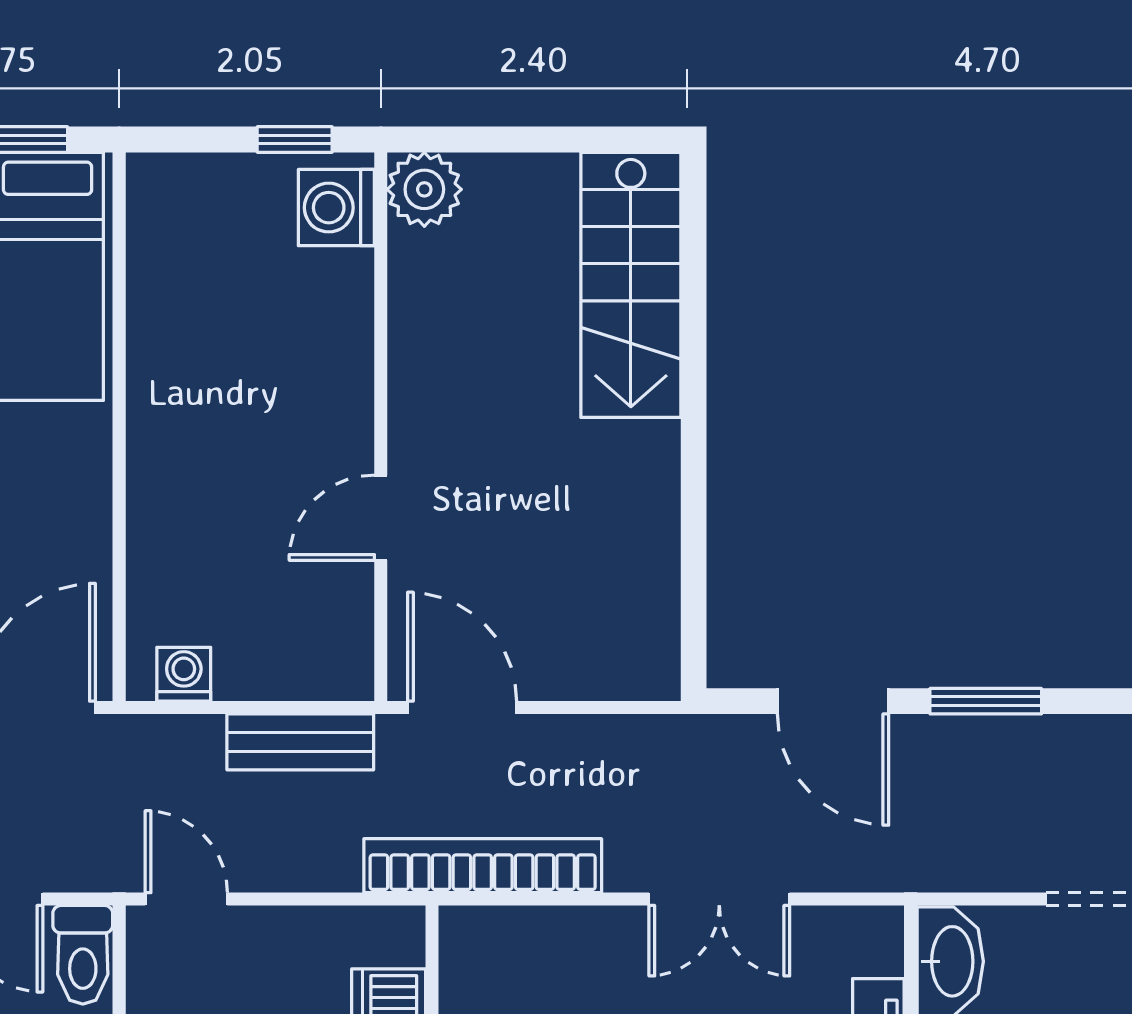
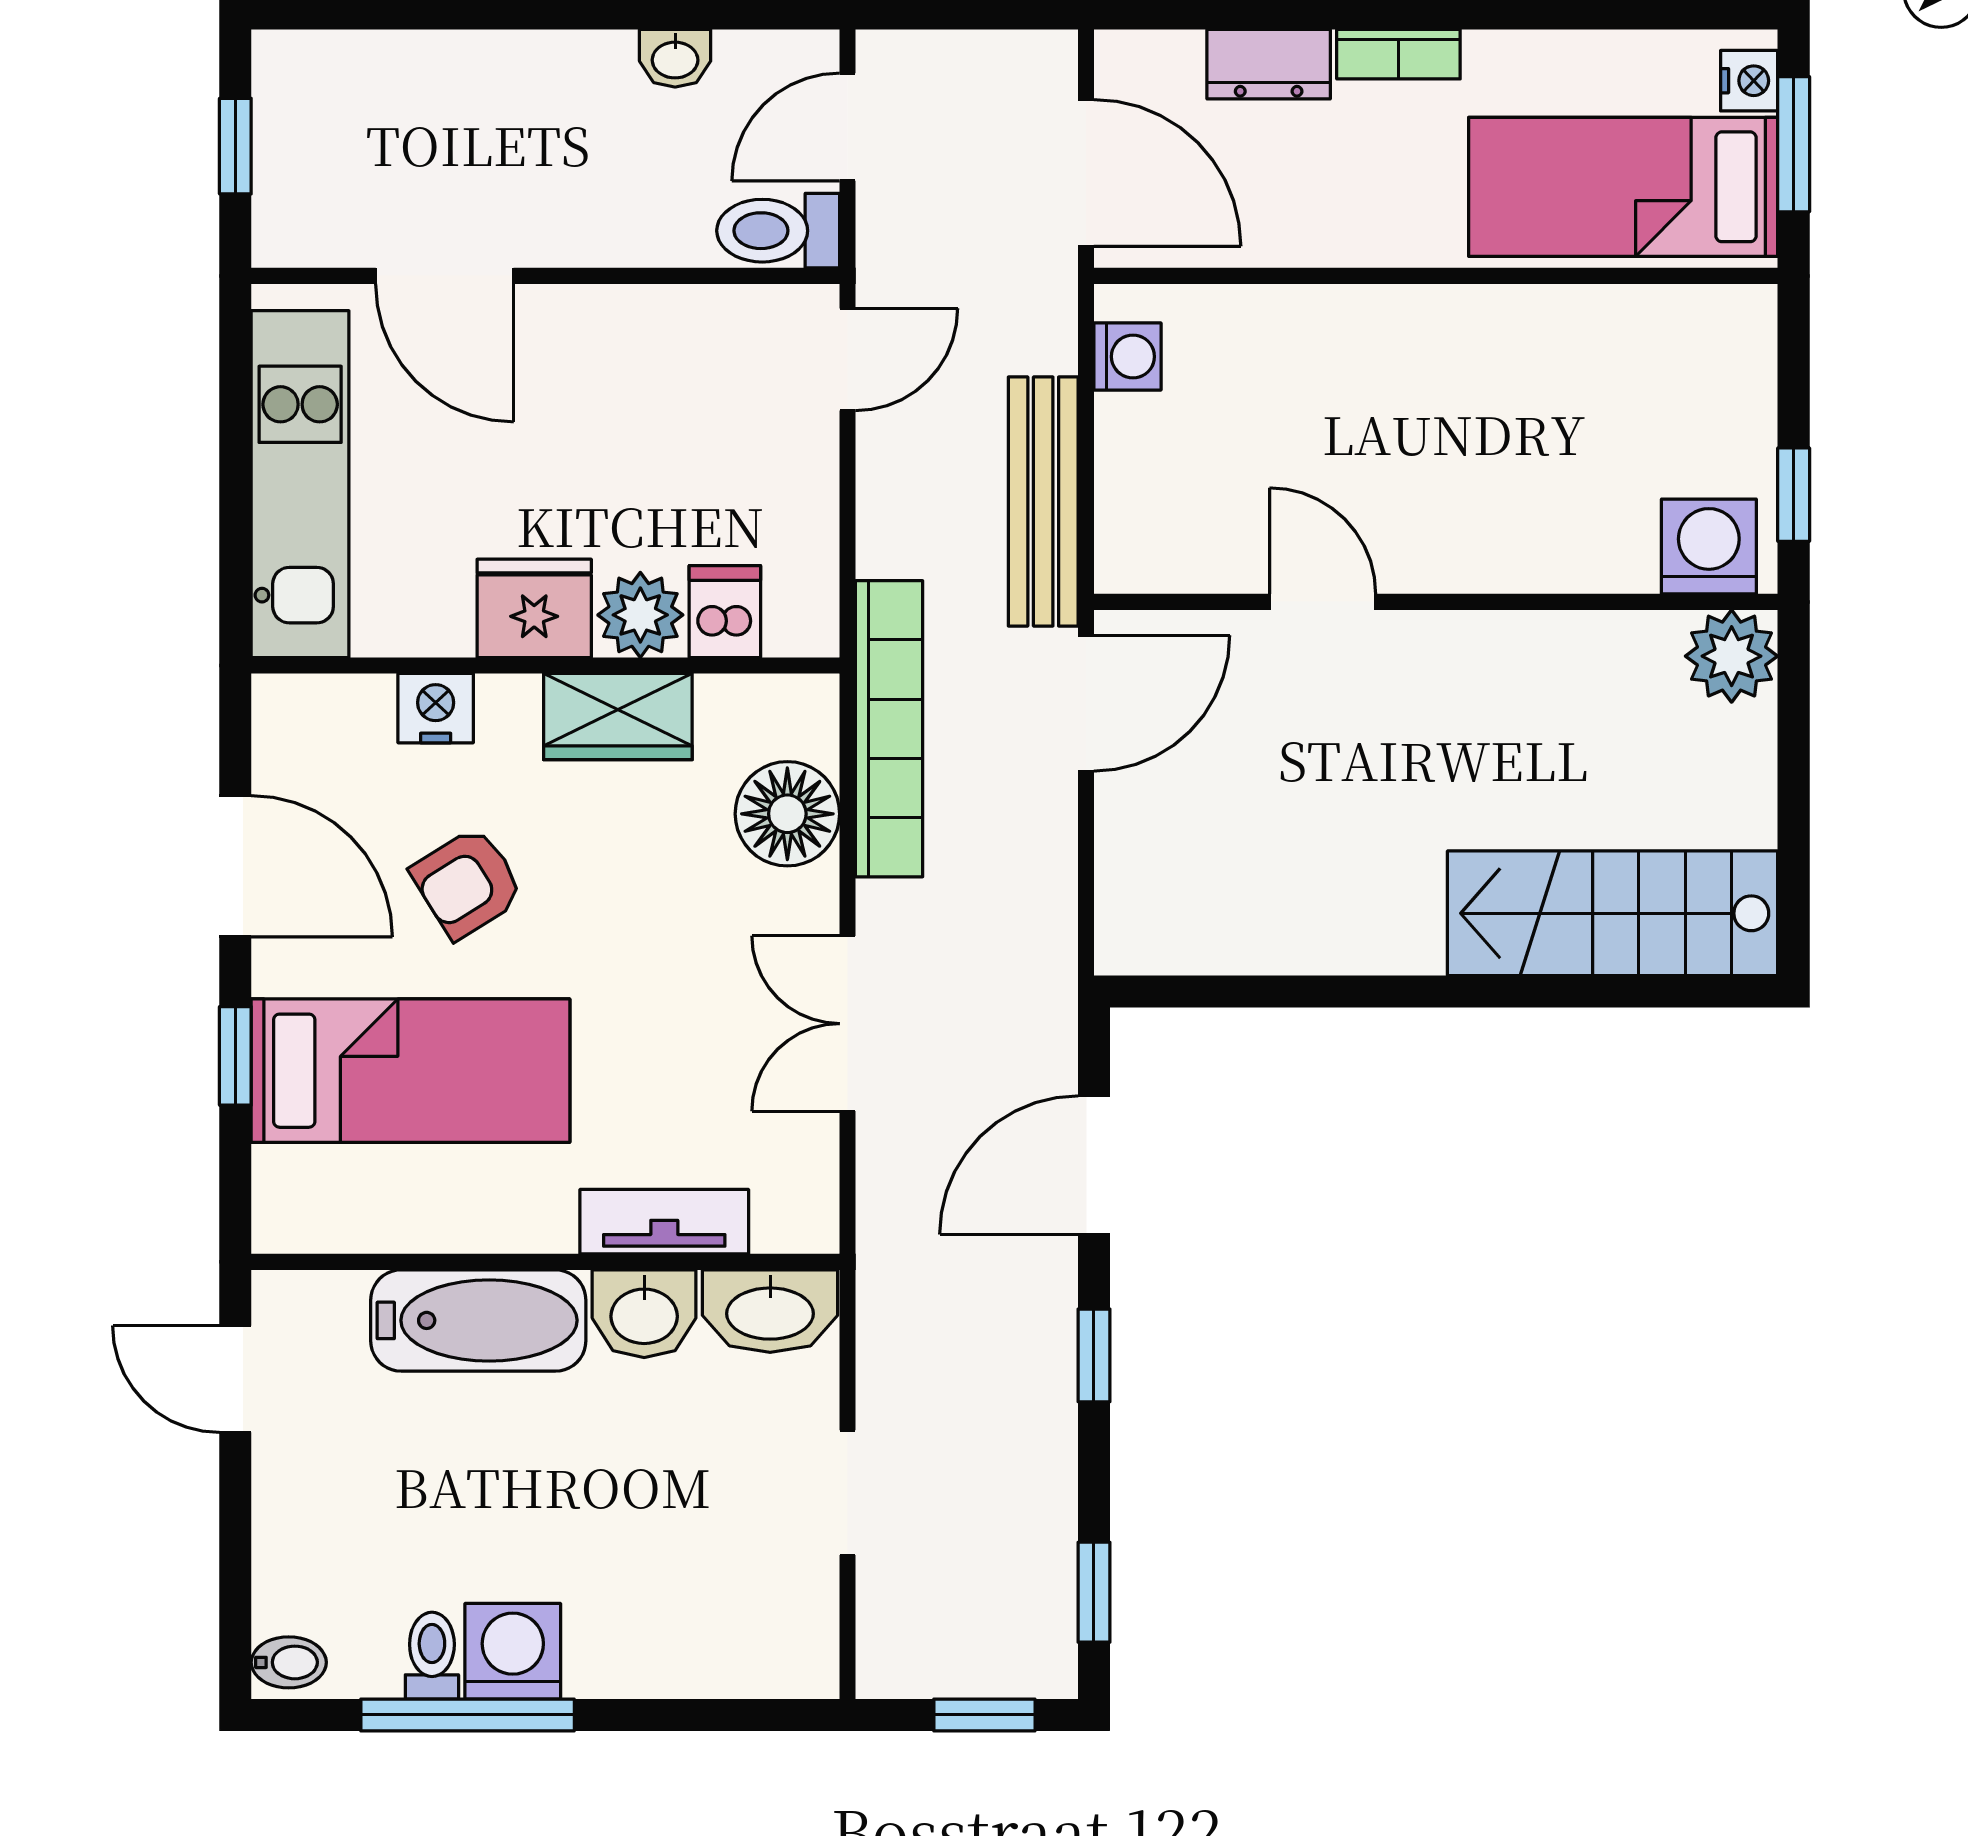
window: (986, 701) -> (1094, 1355), width x0.67
bench: (300, 742) -> (1043, 502), width x1.36
floor lamp: (551, 947) -> (787, 814), added

